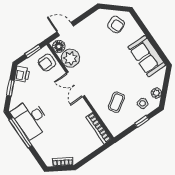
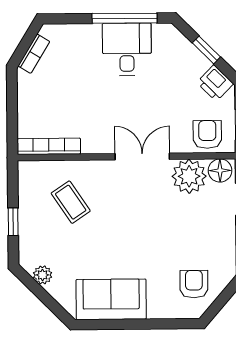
armchair: (116, 24) -> (194, 284), turned 110
side table: (143, 103) -> (41, 242), removed
desk: (31, 119) -> (127, 49), width x0.73

